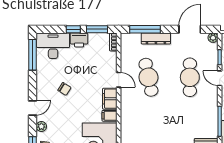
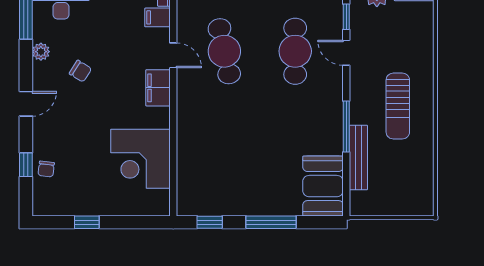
filing cabinet: (109, 116) -> (157, 17), moved
plant: (41, 126) -> (41, 52), moved

